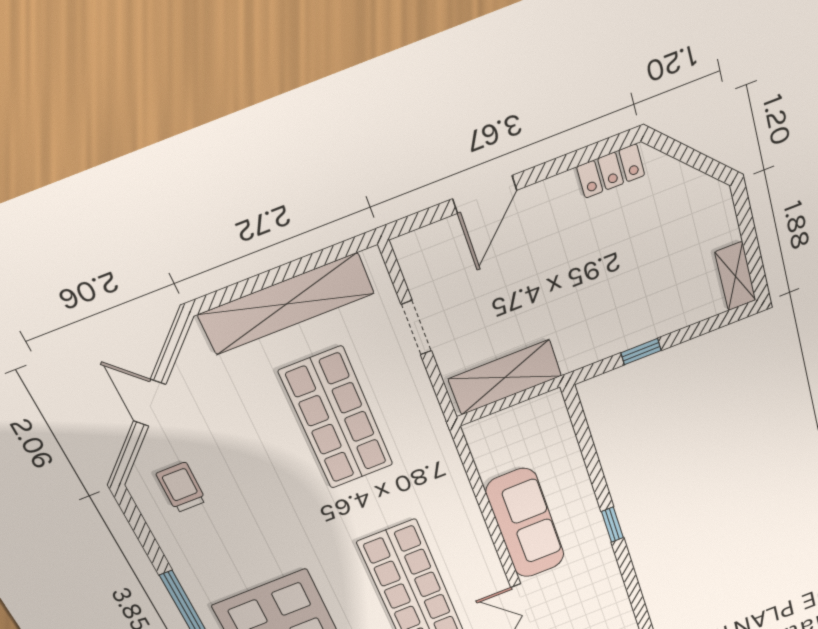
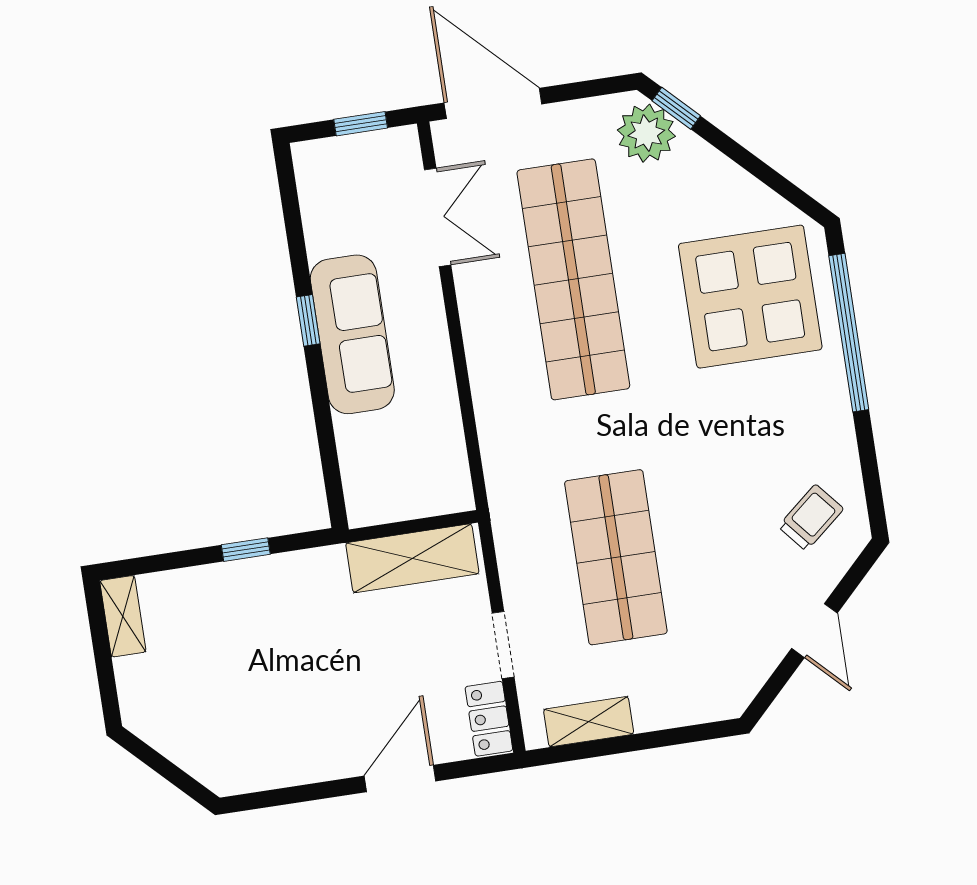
locker: (611, 171) -> (489, 719), moved, turned -90
shelving: (286, 304) -> (589, 722), width x0.45, depth x0.75
trolley: (181, 487) -> (811, 518), turned -130
sofa: (525, 524) -> (352, 334), moved, turned 180

